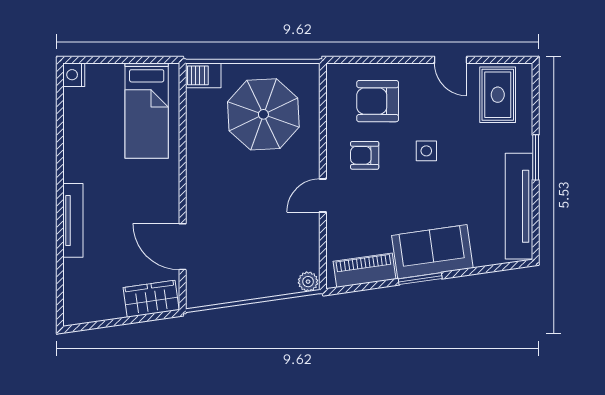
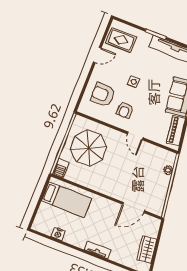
nightstand: (74, 75) -> (58, 234), moved
armchair: (378, 101) -> (103, 95), turned 90
tv unit: (73, 220) -> (98, 250), width x0.71
plant: (308, 282) -> (168, 170), moved
wardrobe: (151, 299) -> (147, 249), moved

